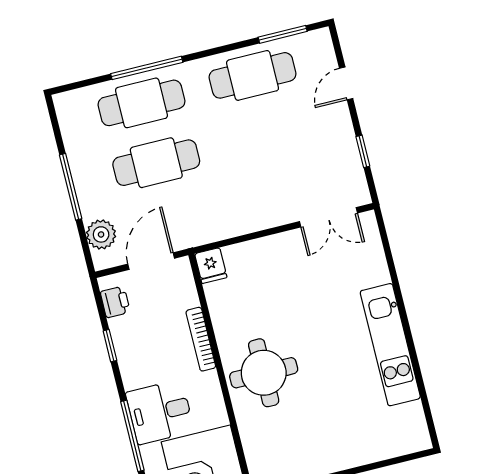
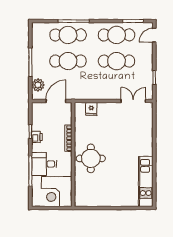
door: (346, 83) -> (154, 35), moved
cafe table: (267, 135) -> (116, 61), added
double door: (328, 217) -> (133, 101), swing flipped
fridge: (211, 266) -> (91, 109), moved
printer: (115, 302) -> (37, 137), moved
kitchen unit: (390, 345) -> (146, 181), moved

